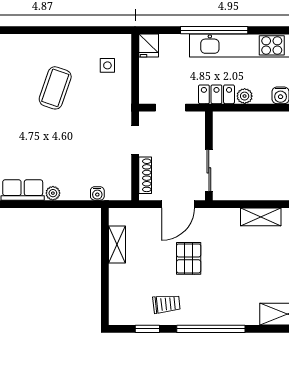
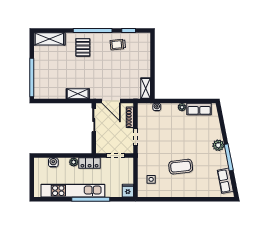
coffee table: (55, 88) -> (181, 167), turned 64
door: (178, 204) -> (111, 101), swing flipped
shelving: (261, 217) -> (78, 94), moved
shelving: (117, 244) -> (146, 88), moved
pallet: (189, 258) -> (83, 47), moved

